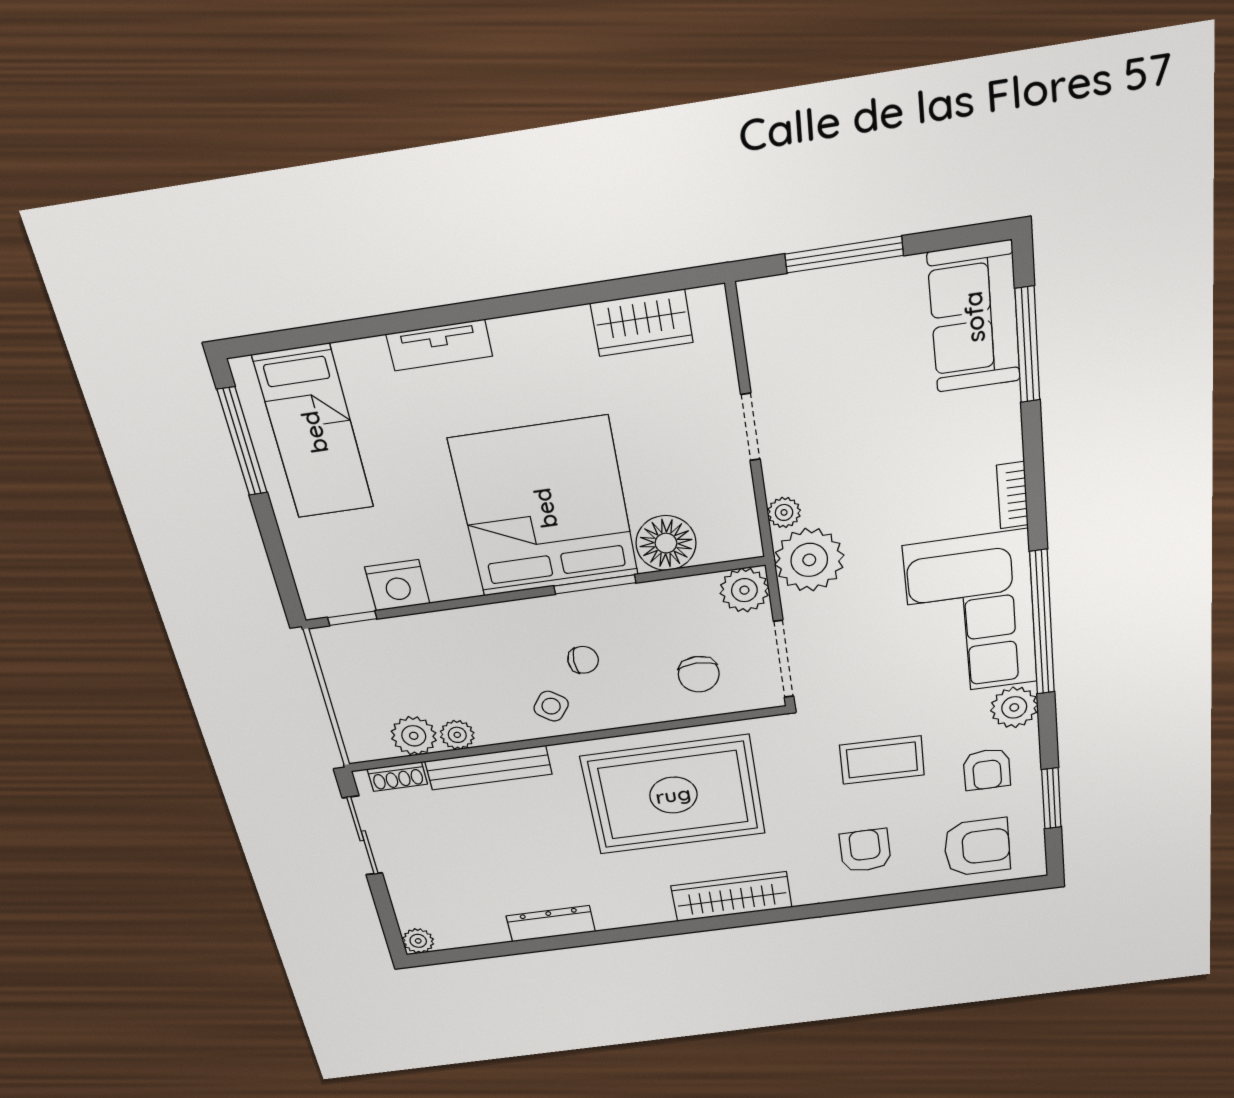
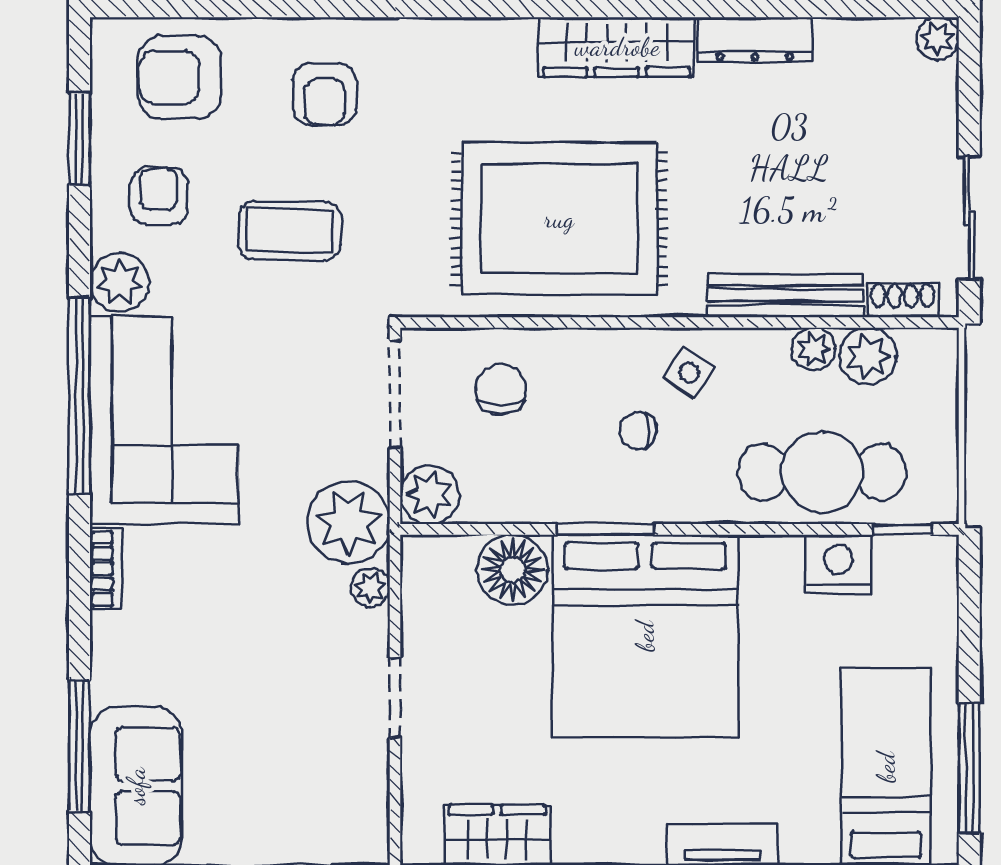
cafe table: (428, 651) -> (822, 472), added
wardrobe: (731, 897) -> (617, 47), moved

